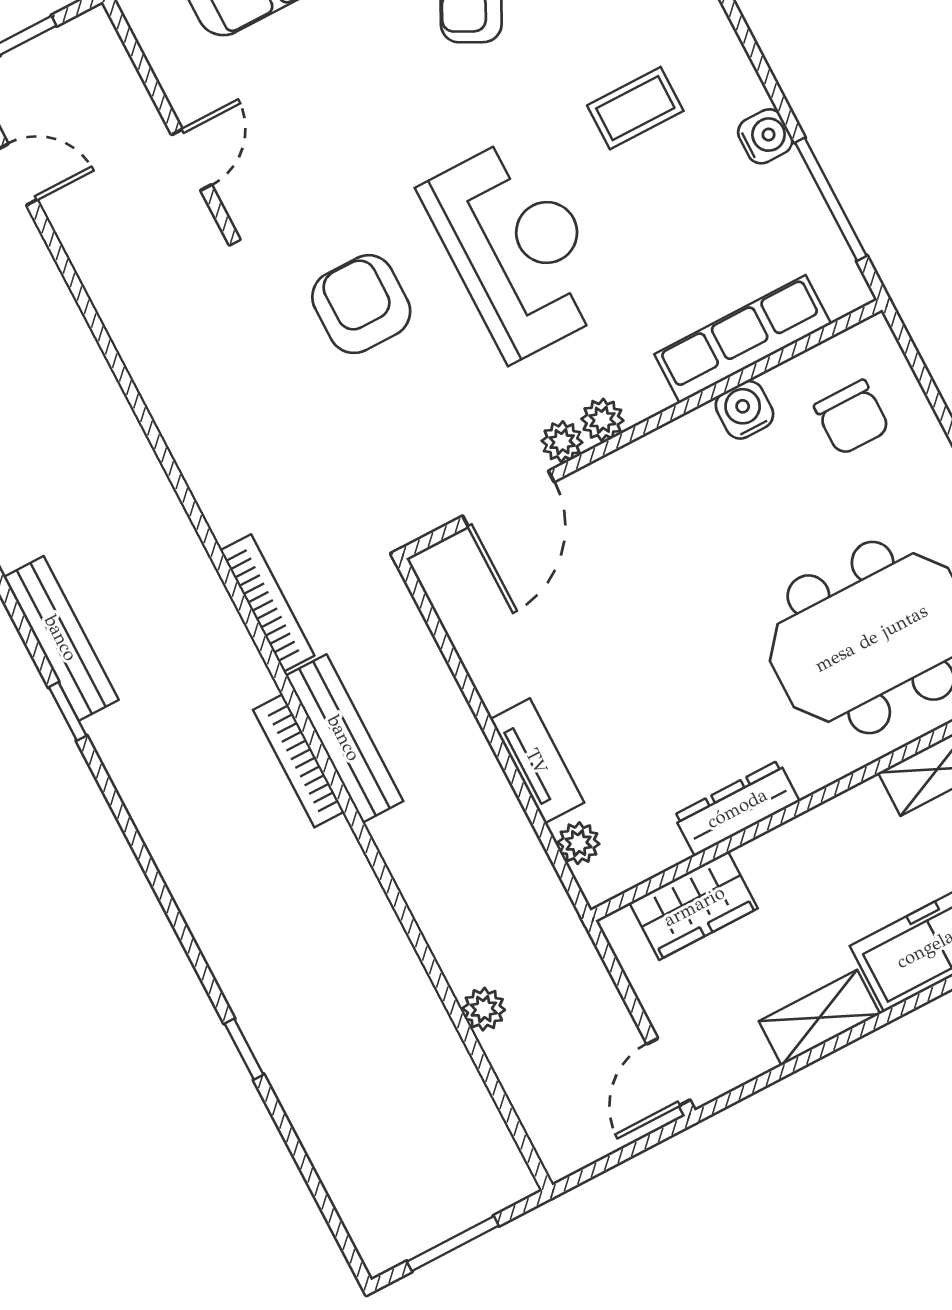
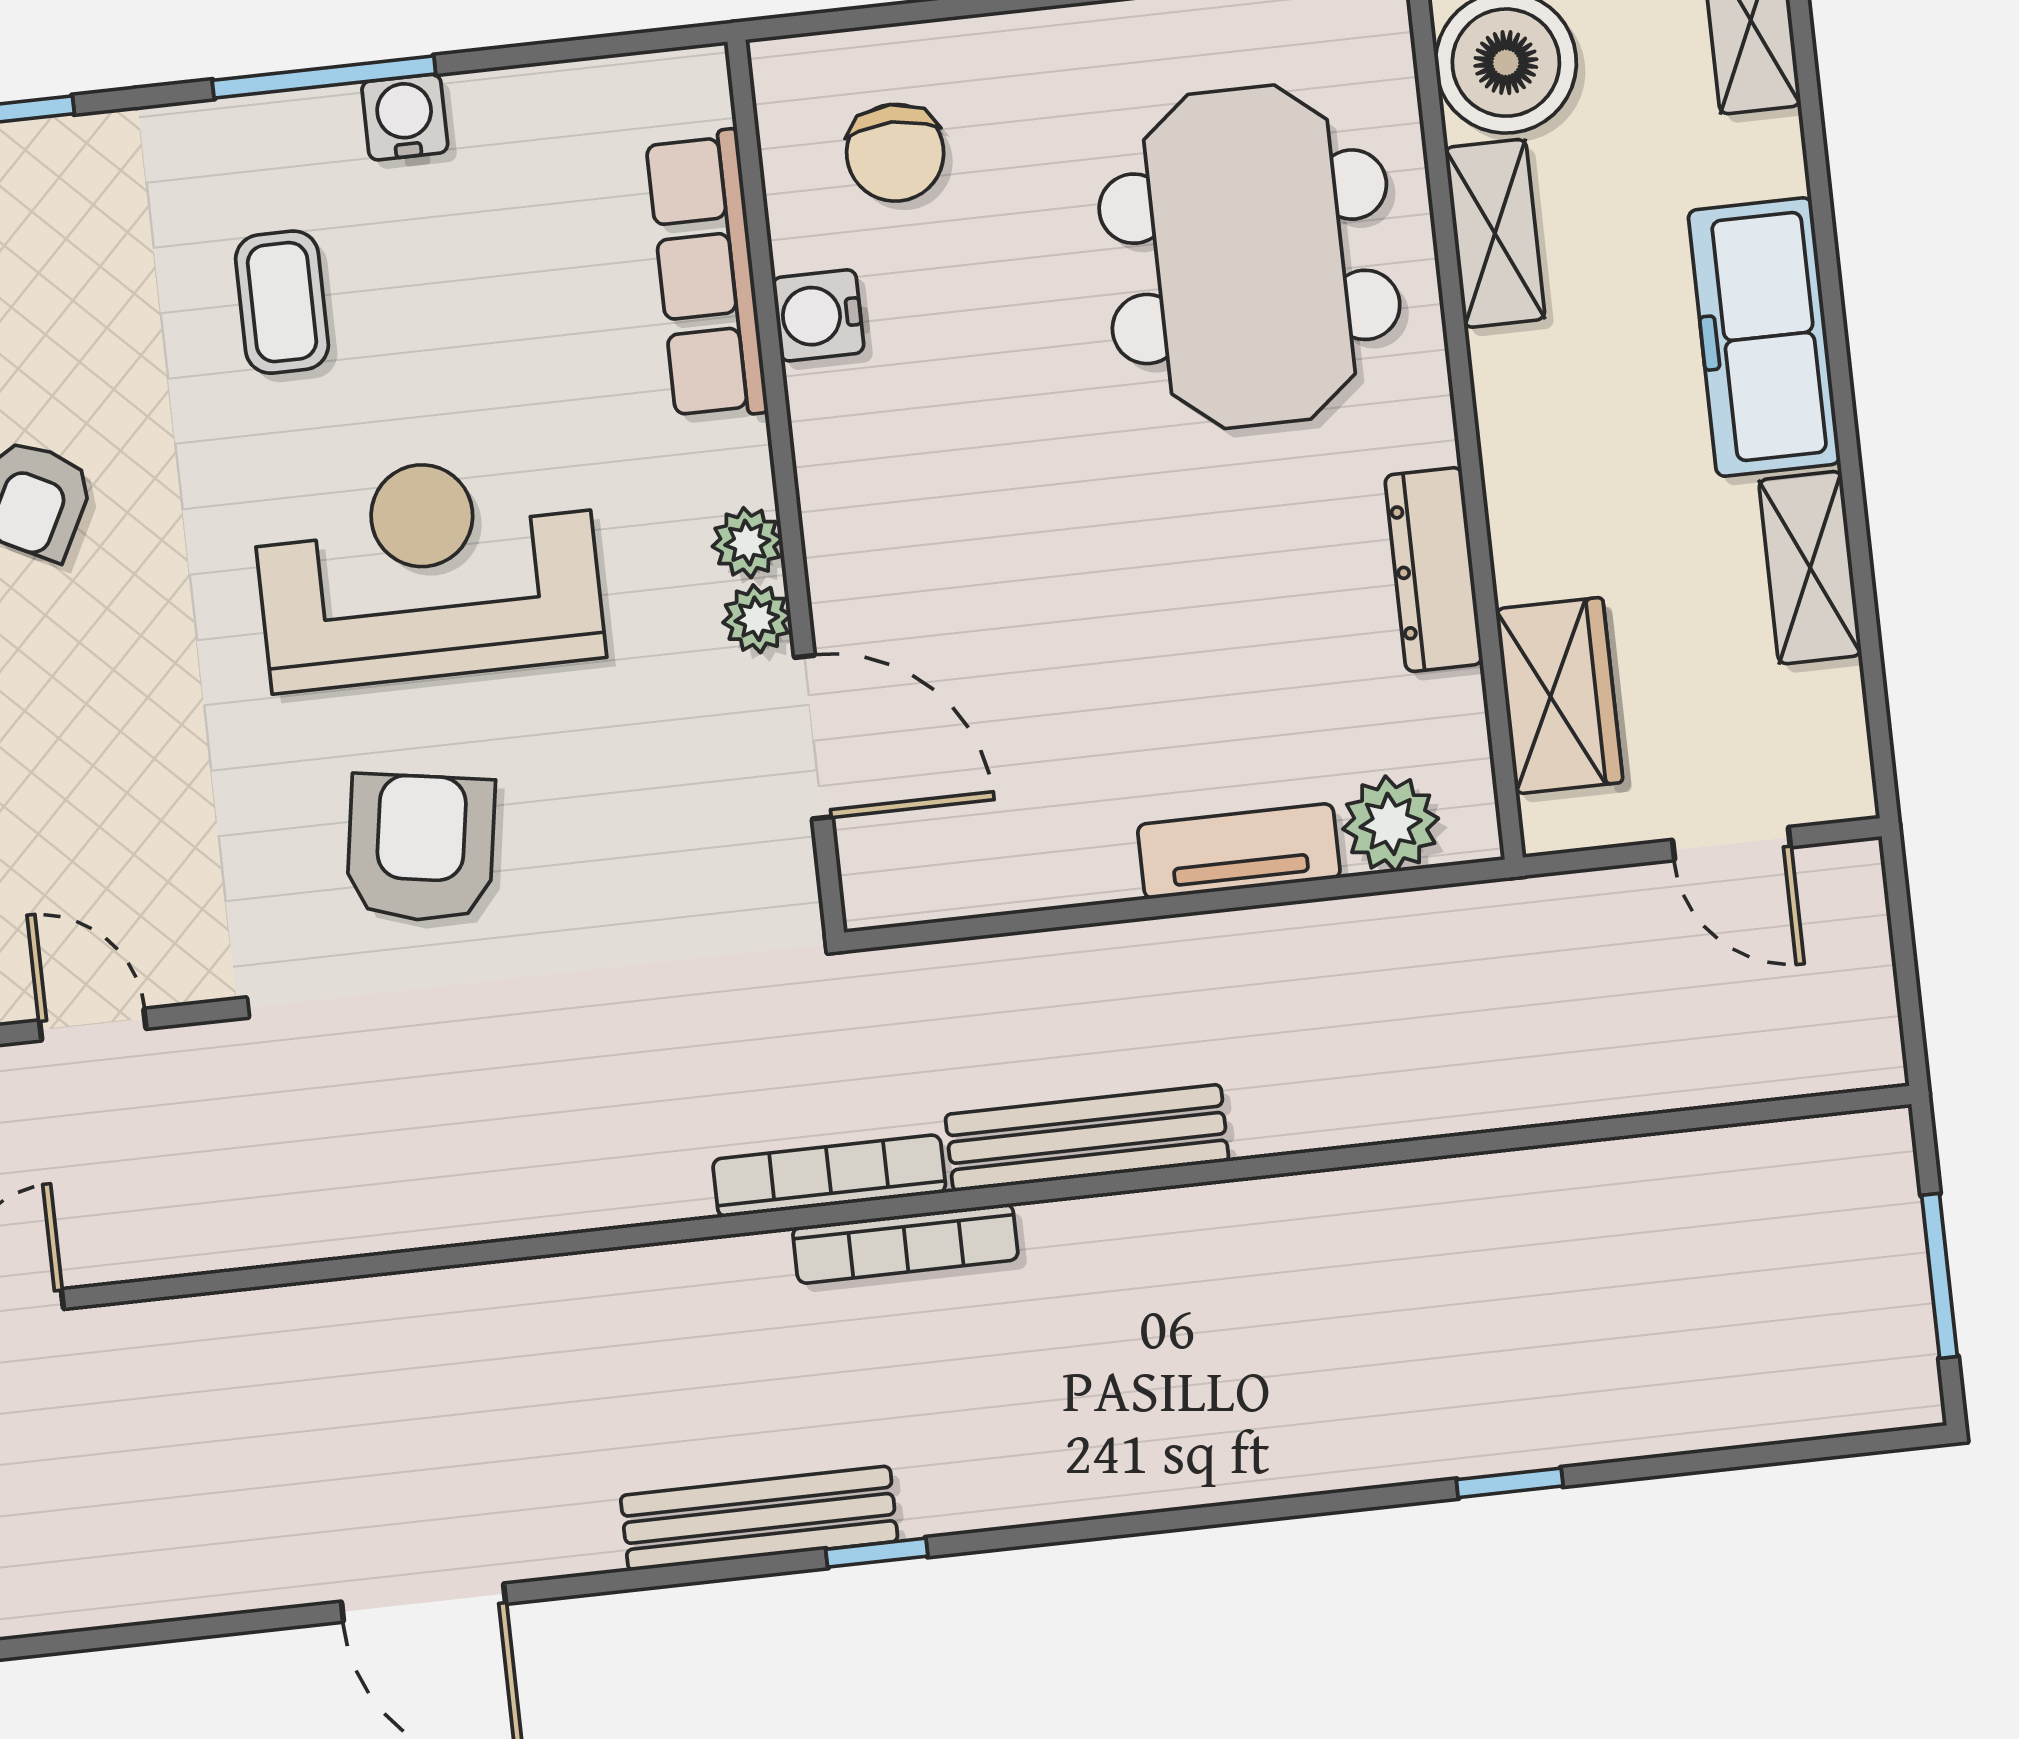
window: (831, 199) -> (324, 77), moved
armchair: (361, 304) -> (421, 848), turned 99
chair: (852, 417) -> (895, 153), turned 90
bookcase: (299, 761) -> (905, 1244), moved
plant: (579, 843) -> (1391, 824), width x1.38, depth x1.38
plant: (484, 1009) -> (1593, 1085), removed
door: (668, 1072) -> (1731, 844), moved

